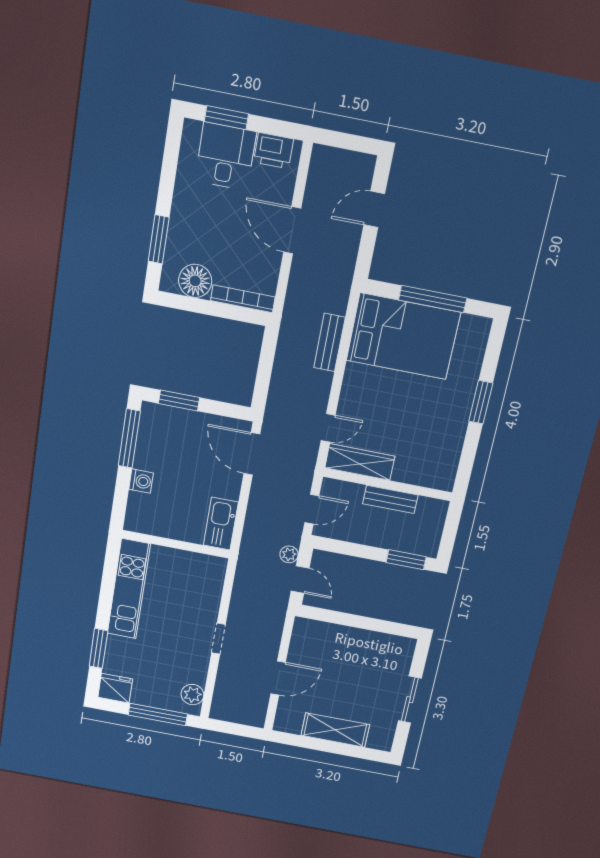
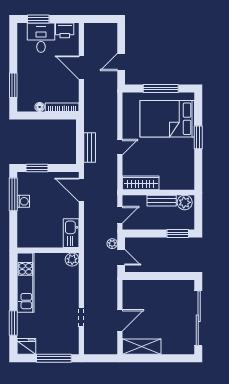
door: (374, 209) -> (121, 62), moved
floor lamp: (195, 281) -> (40, 107), width x0.53, depth x0.53
bed: (403, 336) -> (167, 119), moved, turned 180
bench: (329, 342) -> (90, 148), moved
door: (328, 428) -> (120, 147), moved
washing machine: (141, 481) -> (23, 201), moved
plant: (430, 510) -> (185, 202), added
doorway: (218, 639) -> (81, 317), moved
plant: (192, 695) -> (72, 260), moved
sliding door: (410, 700) -> (198, 318), width x1.86
shelving: (335, 730) -> (142, 347), moved

